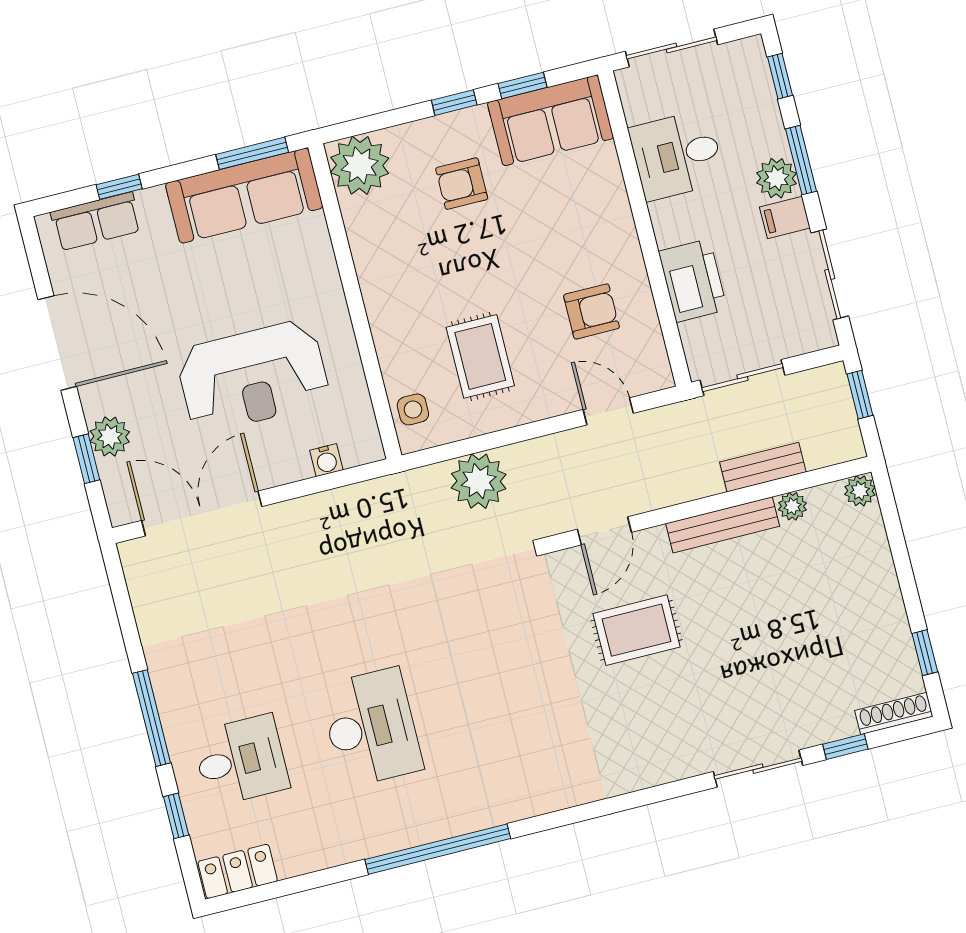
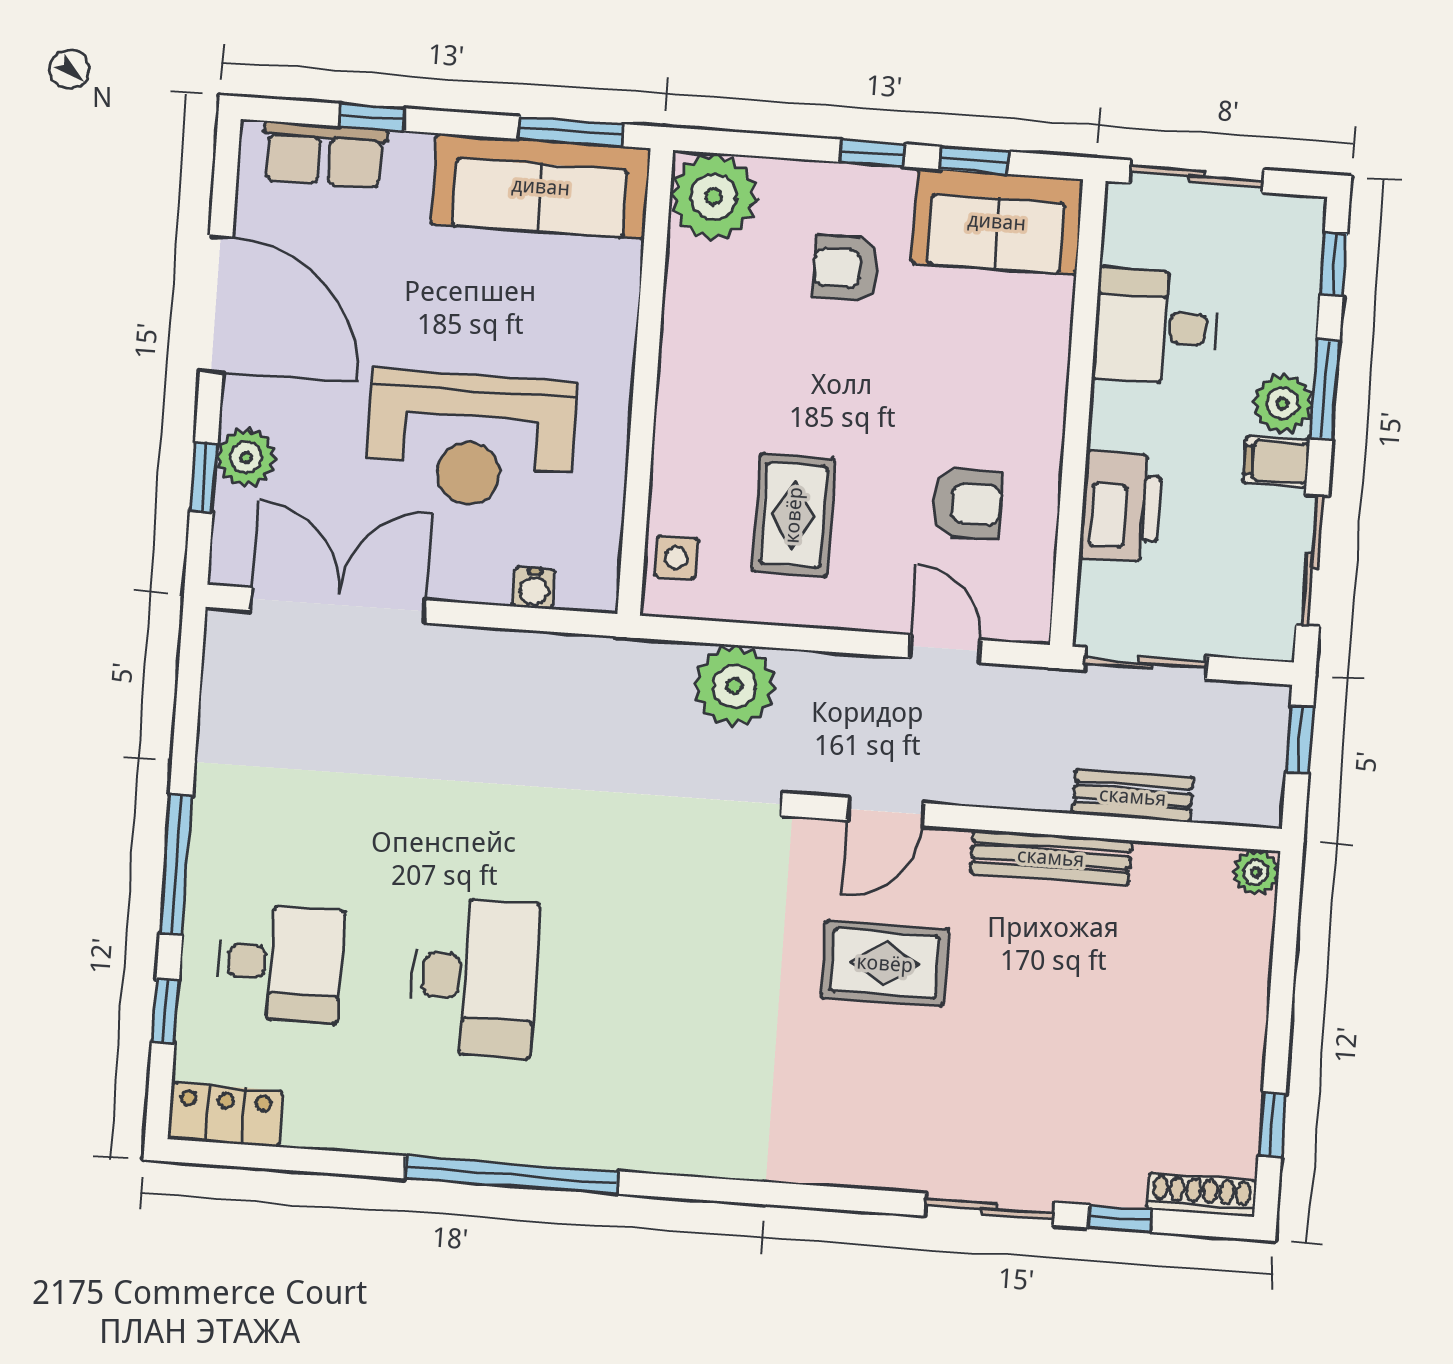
plant: (792, 506) -> (1156, 863), removed

